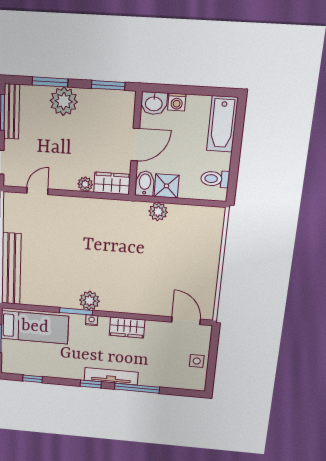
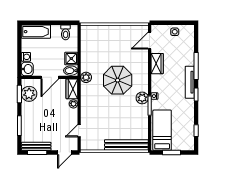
plant: (64, 101) -> (29, 94), moved
door: (135, 145) -> (50, 77), swing flipped
door: (37, 191) -> (79, 131), hinge flipped
plant: (158, 212) -> (86, 77), moved
parasol: (122, 263) -> (118, 80), added
wardrobe: (127, 328) -> (157, 64), moved

